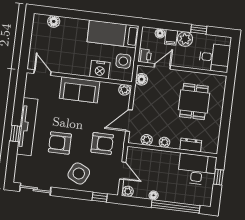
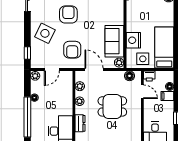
plant: (185, 39) -> (167, 108), removed
sofa: (80, 90) -> (114, 41), moved
dining table: (194, 101) -> (112, 106), moved

